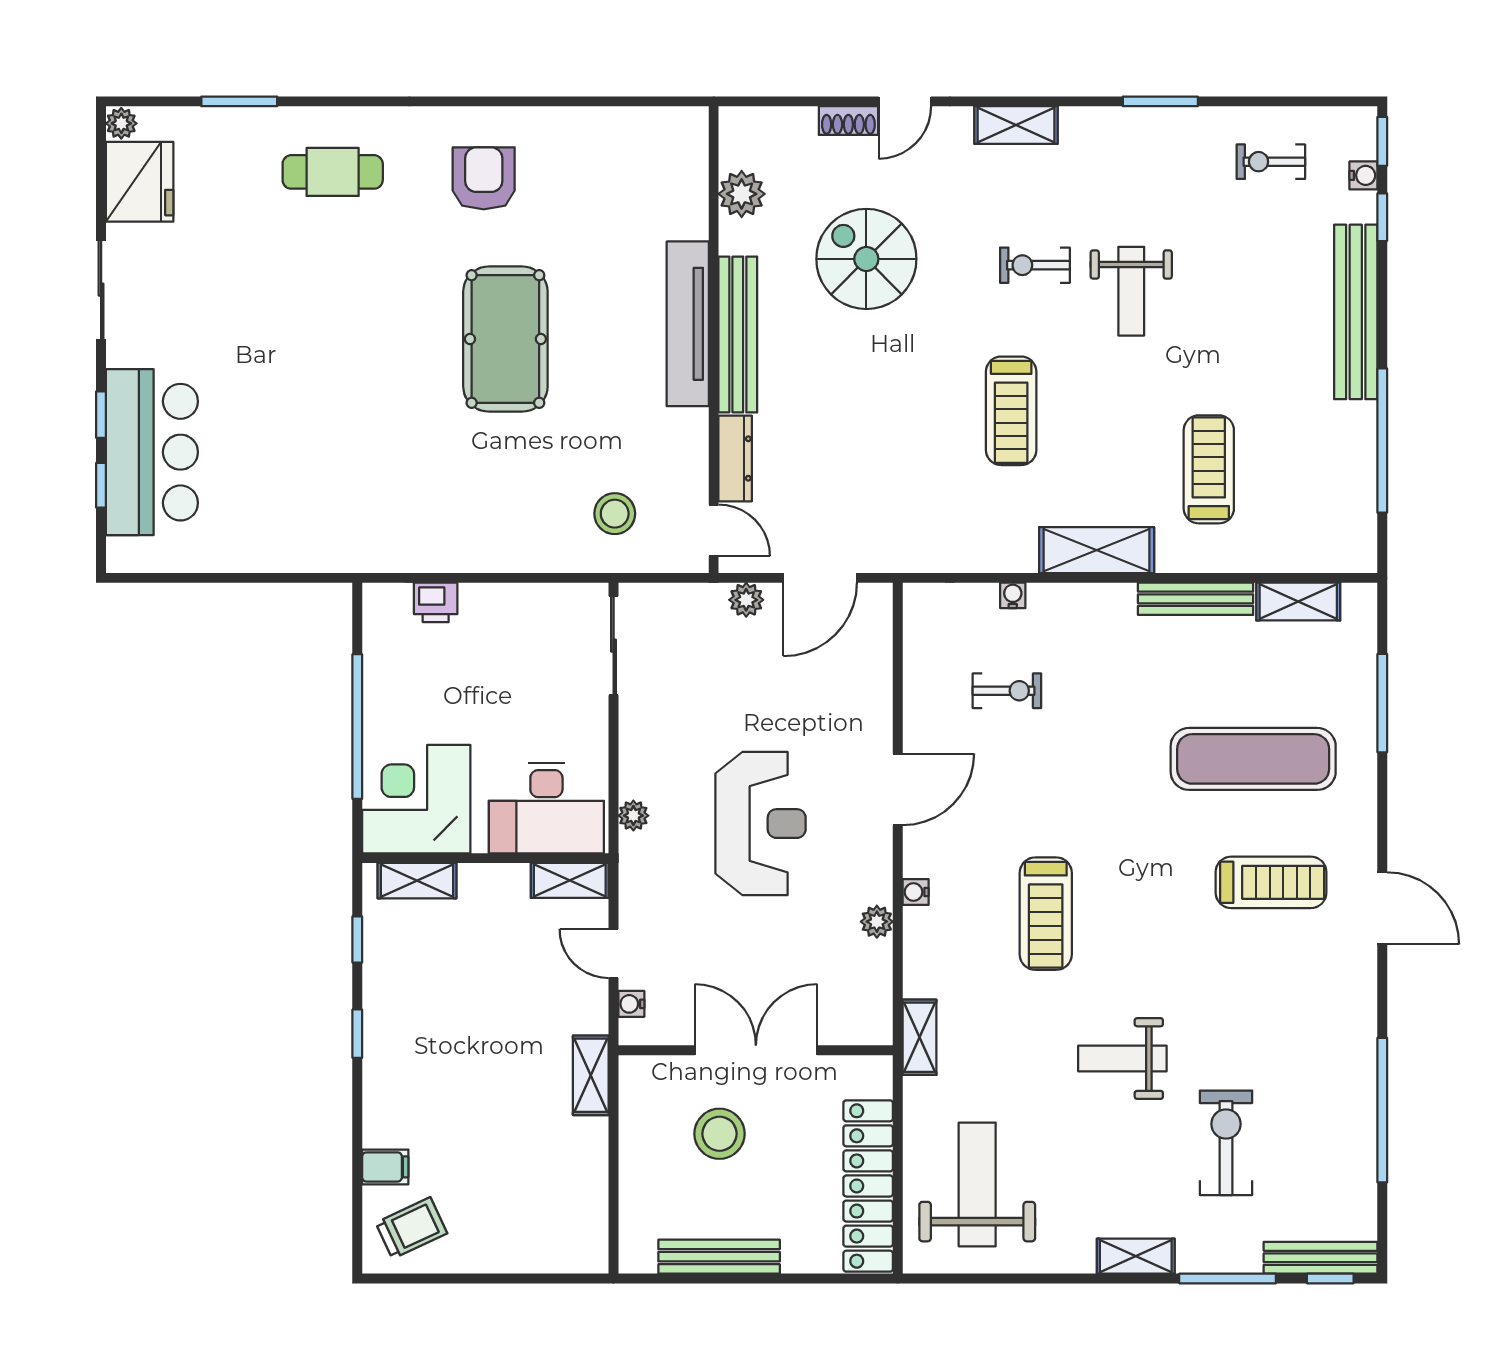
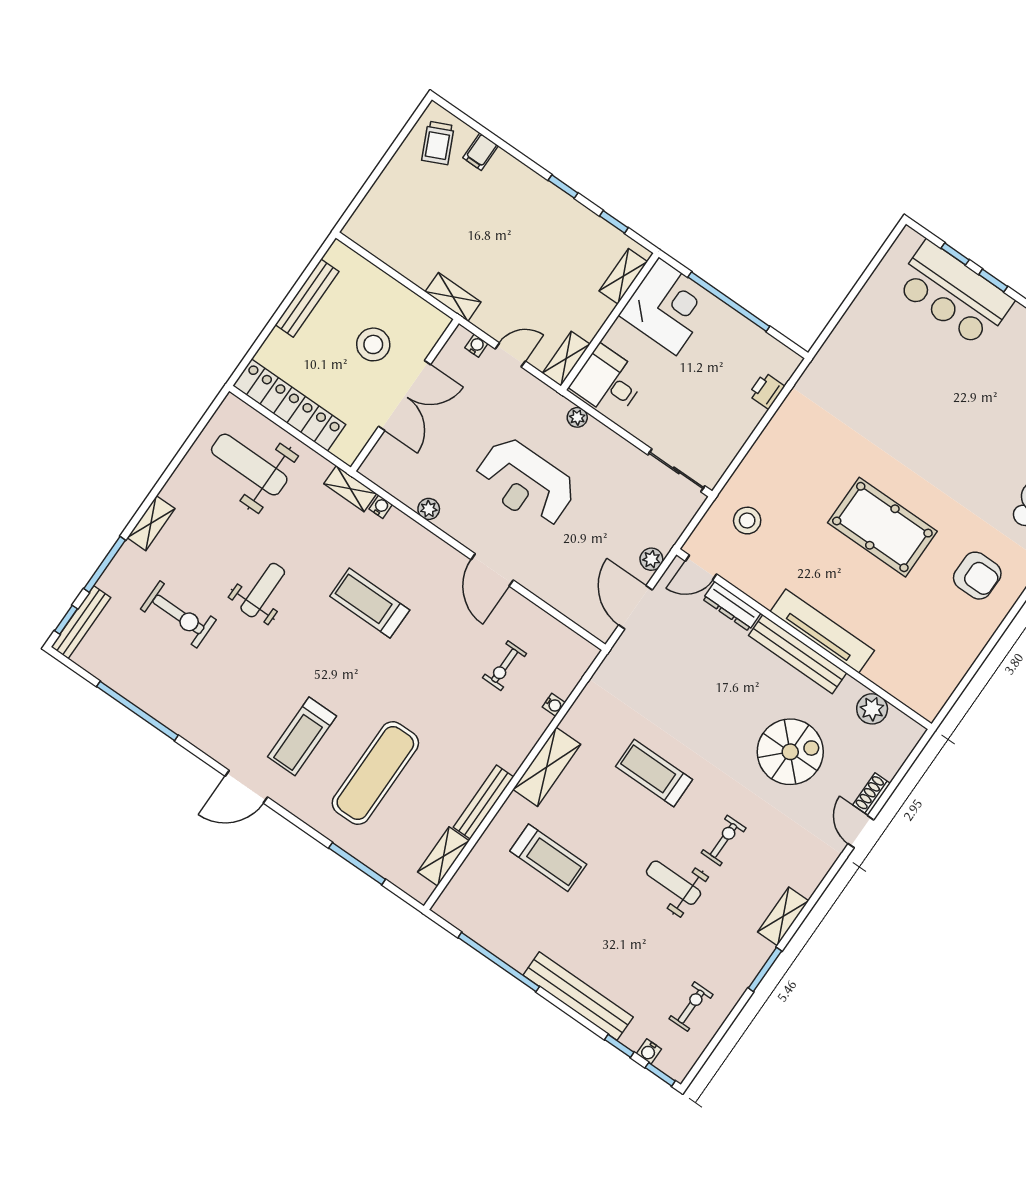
shelving: (1016, 125) -> (783, 916), moved
desk: (546, 808) -> (608, 382), width x0.73
water cooler: (916, 892) -> (381, 507), moved
weight bench: (977, 1184) -> (249, 465), turned 180

